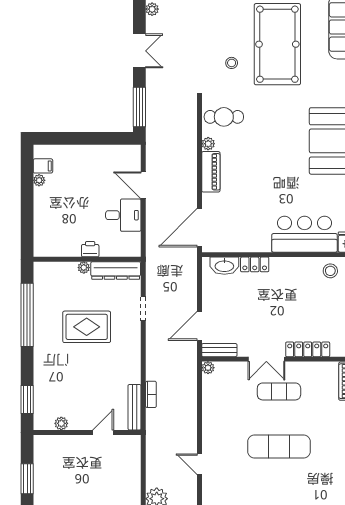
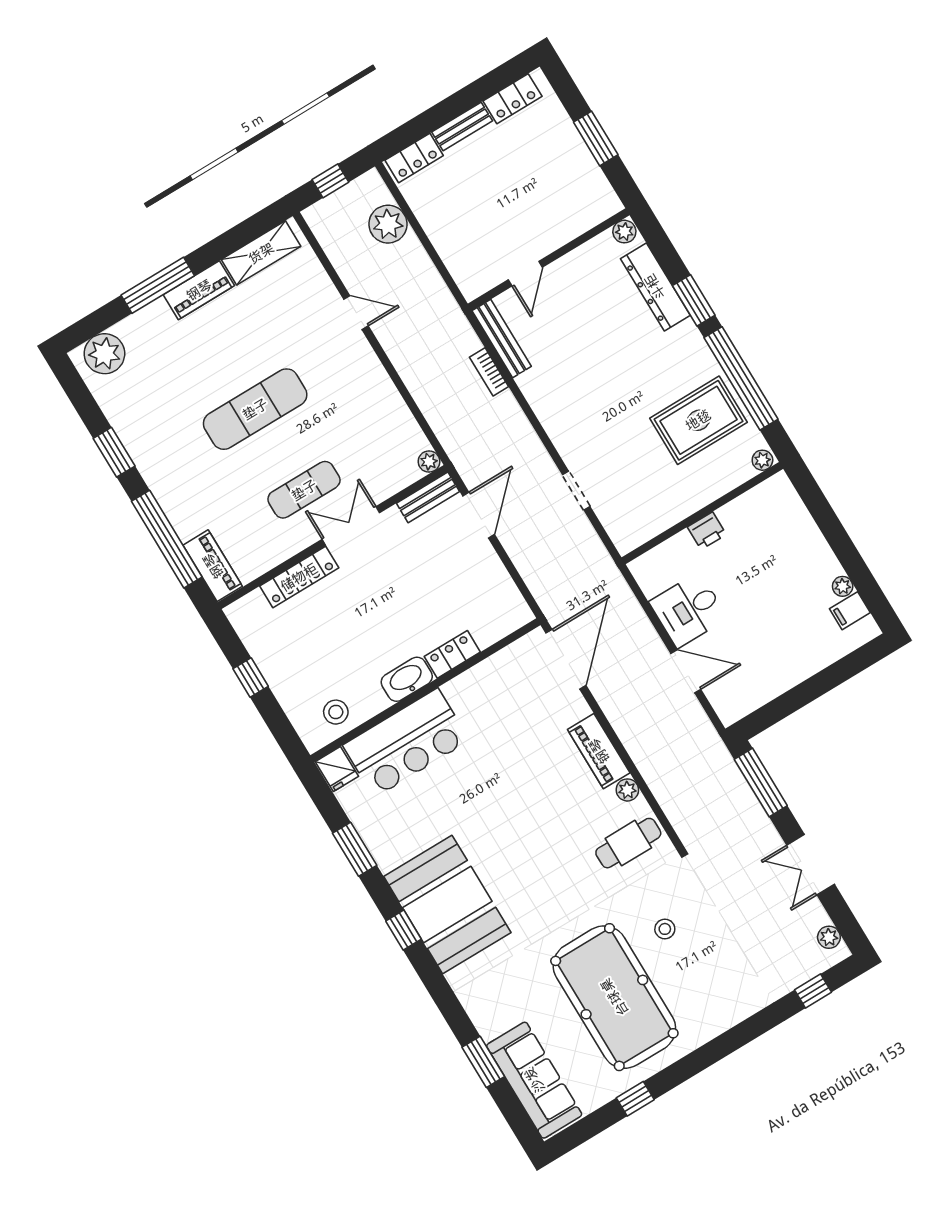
washbasin: (224, 266) -> (407, 679), moved
plant: (84, 268) -> (762, 460), moved
dresser: (116, 270) -> (655, 287), moved, turned -90
rug: (87, 327) -> (698, 420), moved
window: (27, 400) -> (694, 300), moved
plant: (61, 423) -> (624, 232), moved

